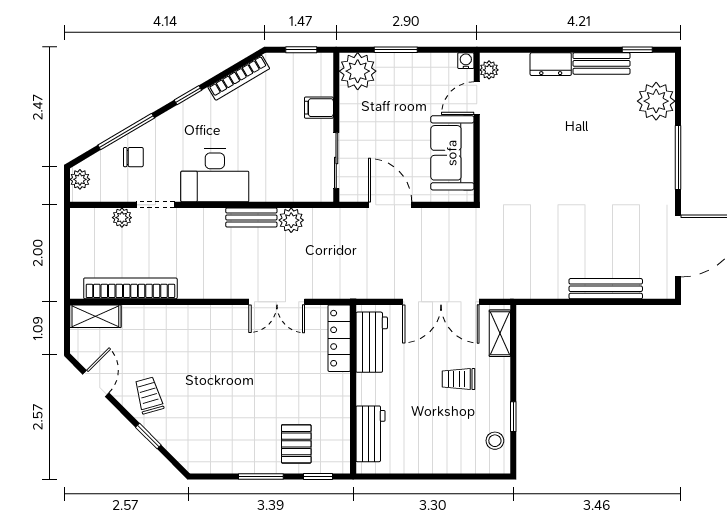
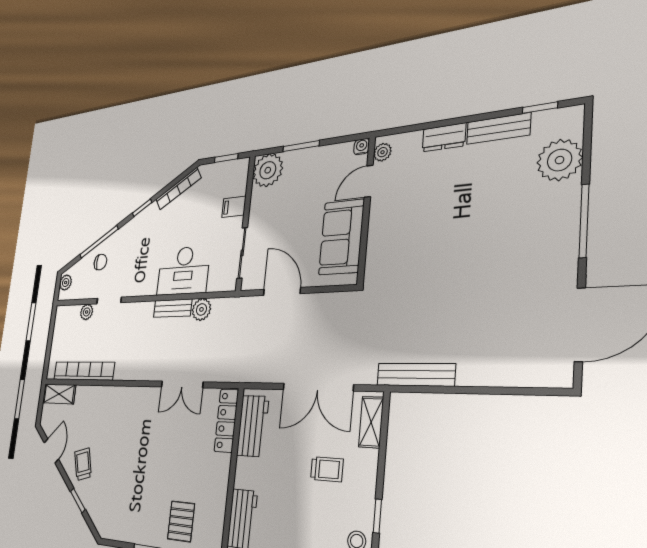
desk: (215, 175) -> (183, 271), moved
bench: (606, 289) -> (416, 375), moved
trolley: (459, 379) -> (327, 469), turned 180

